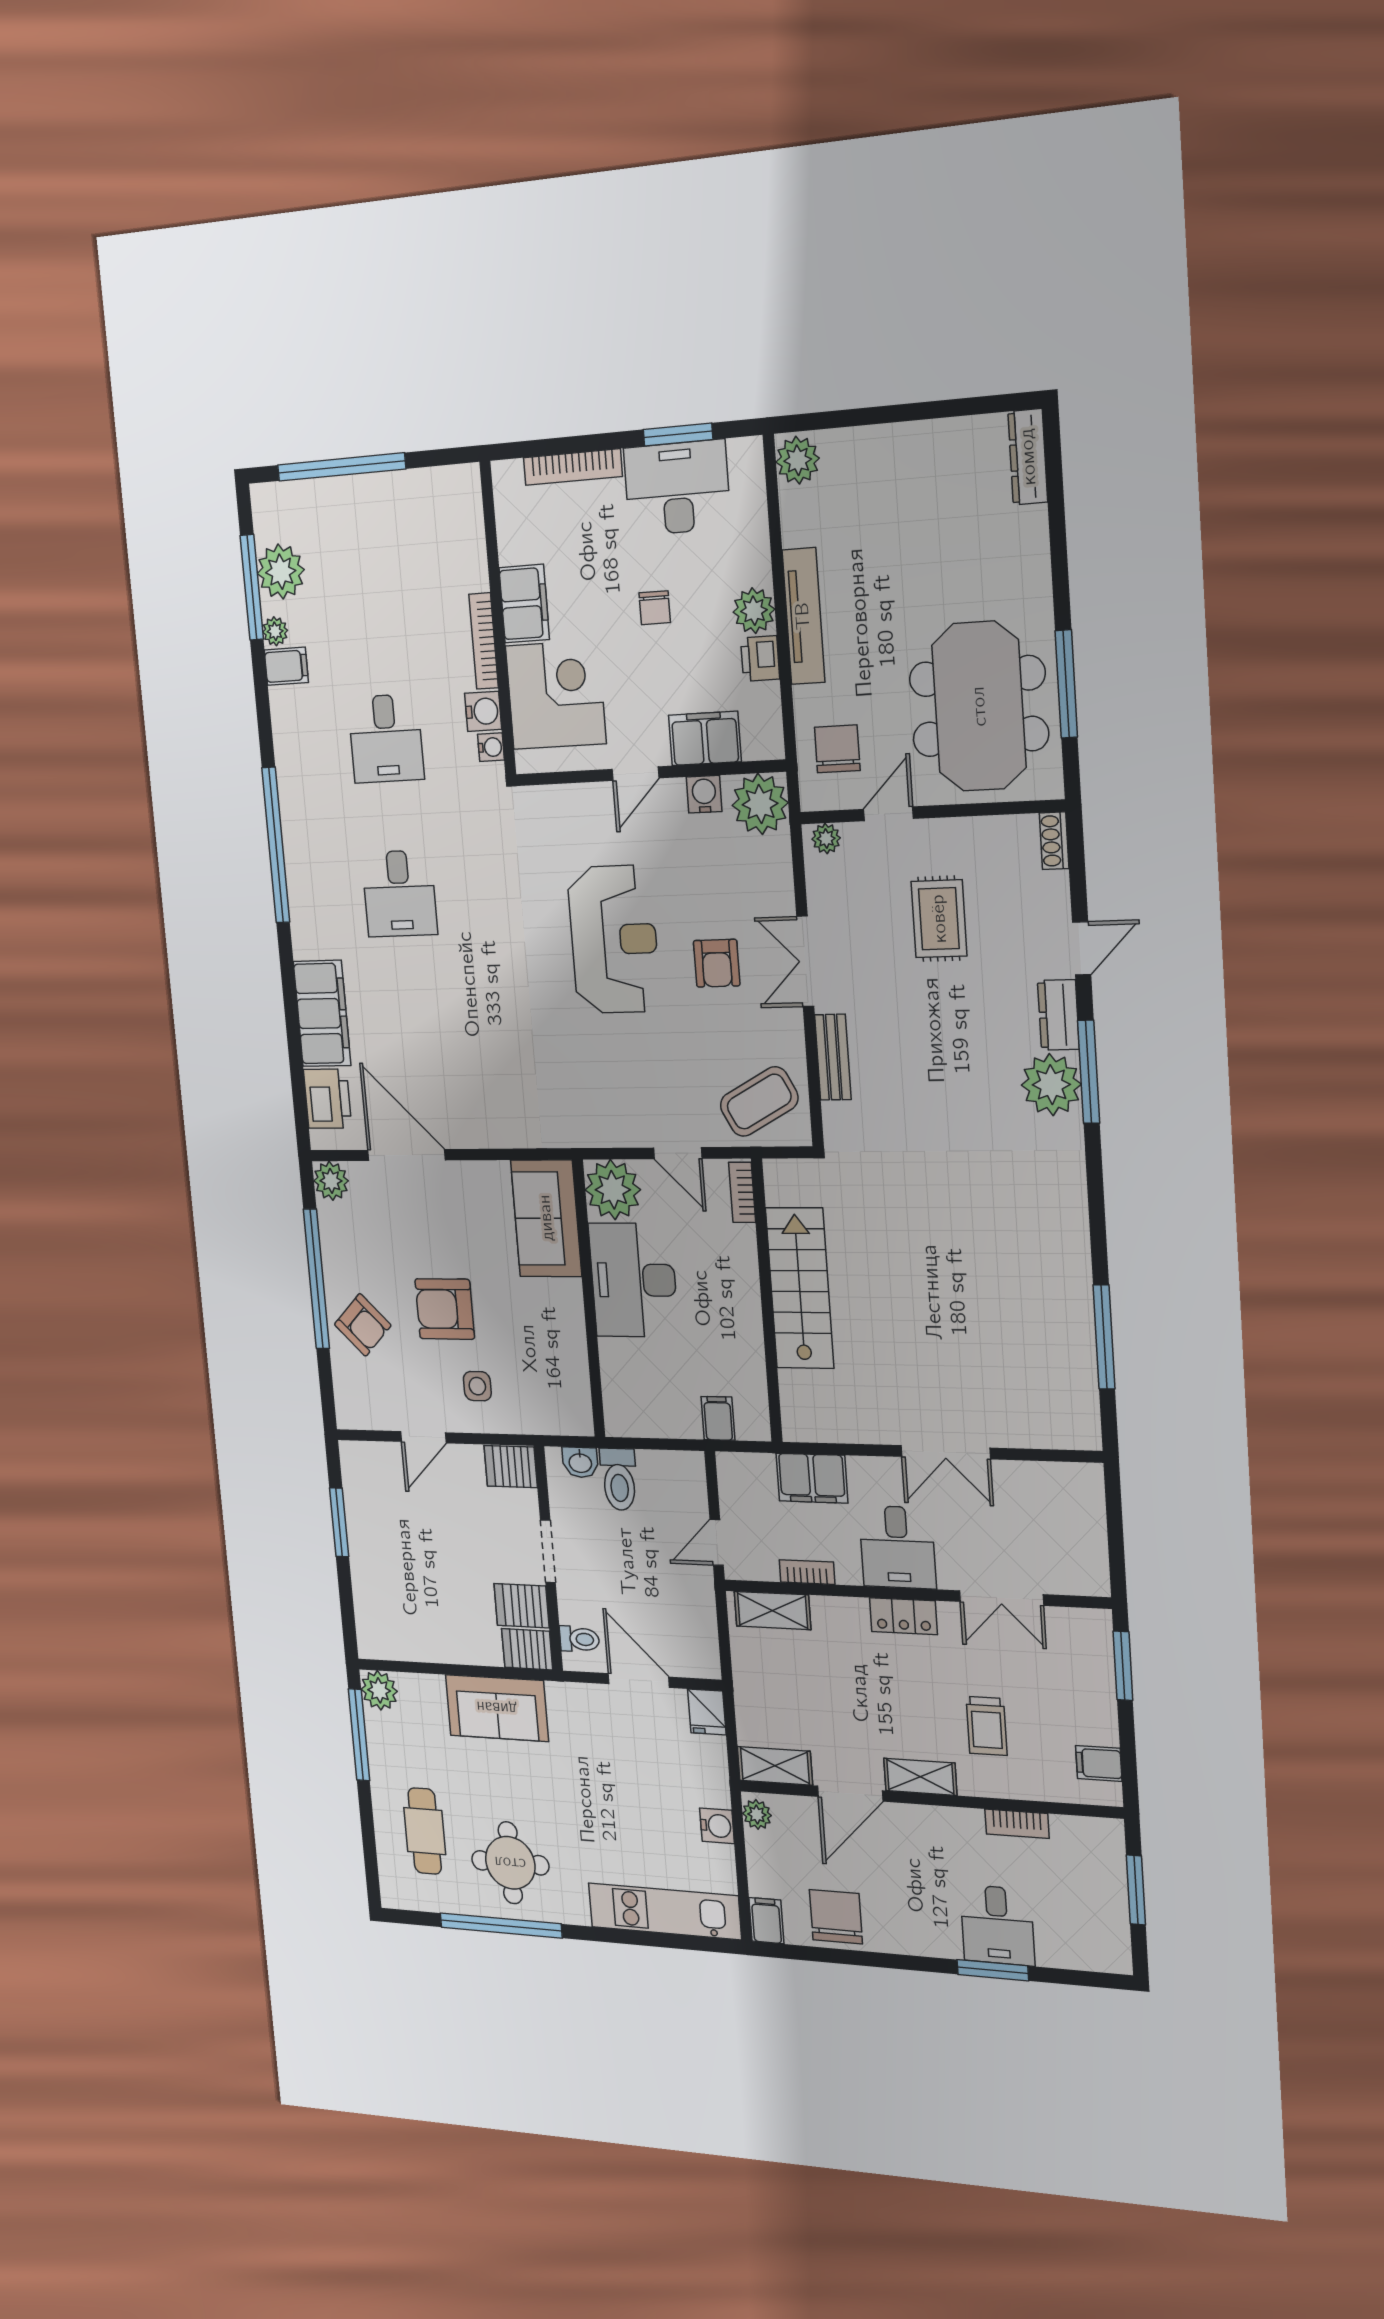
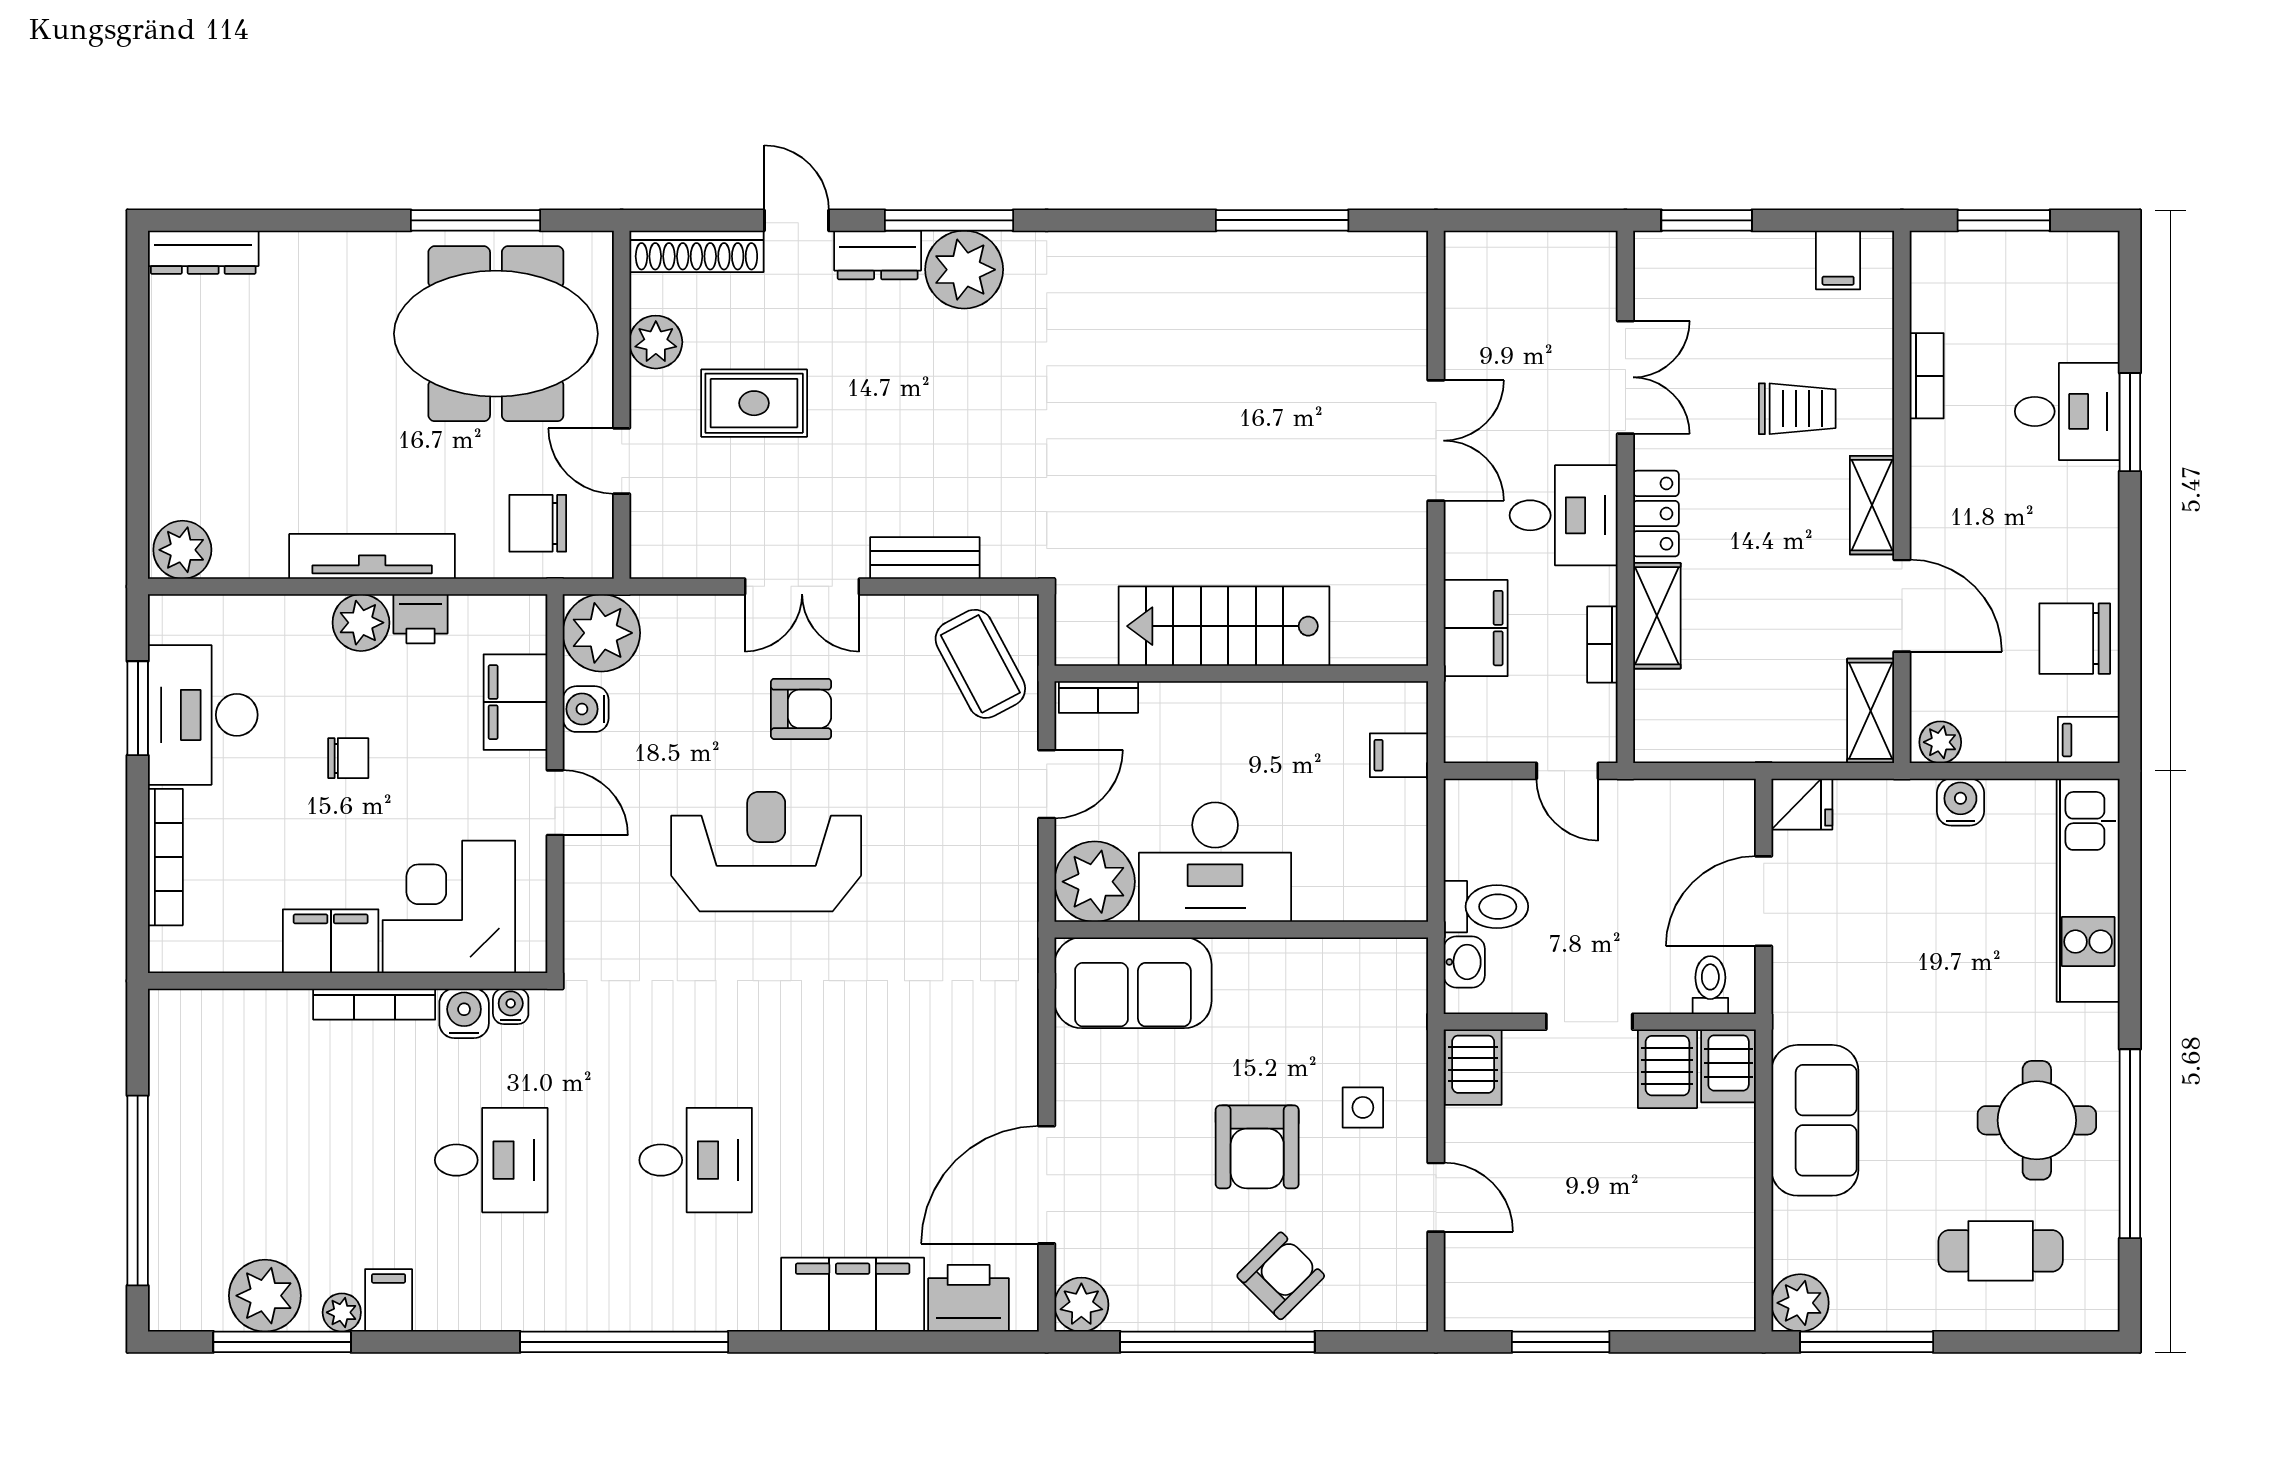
plant: (826, 839) -> (656, 342), moved, width x1.38, depth x1.38
shoe rack: (1054, 841) -> (696, 251), width x1.94, depth x1.24
shelving: (772, 1610) -> (1657, 616), moved

